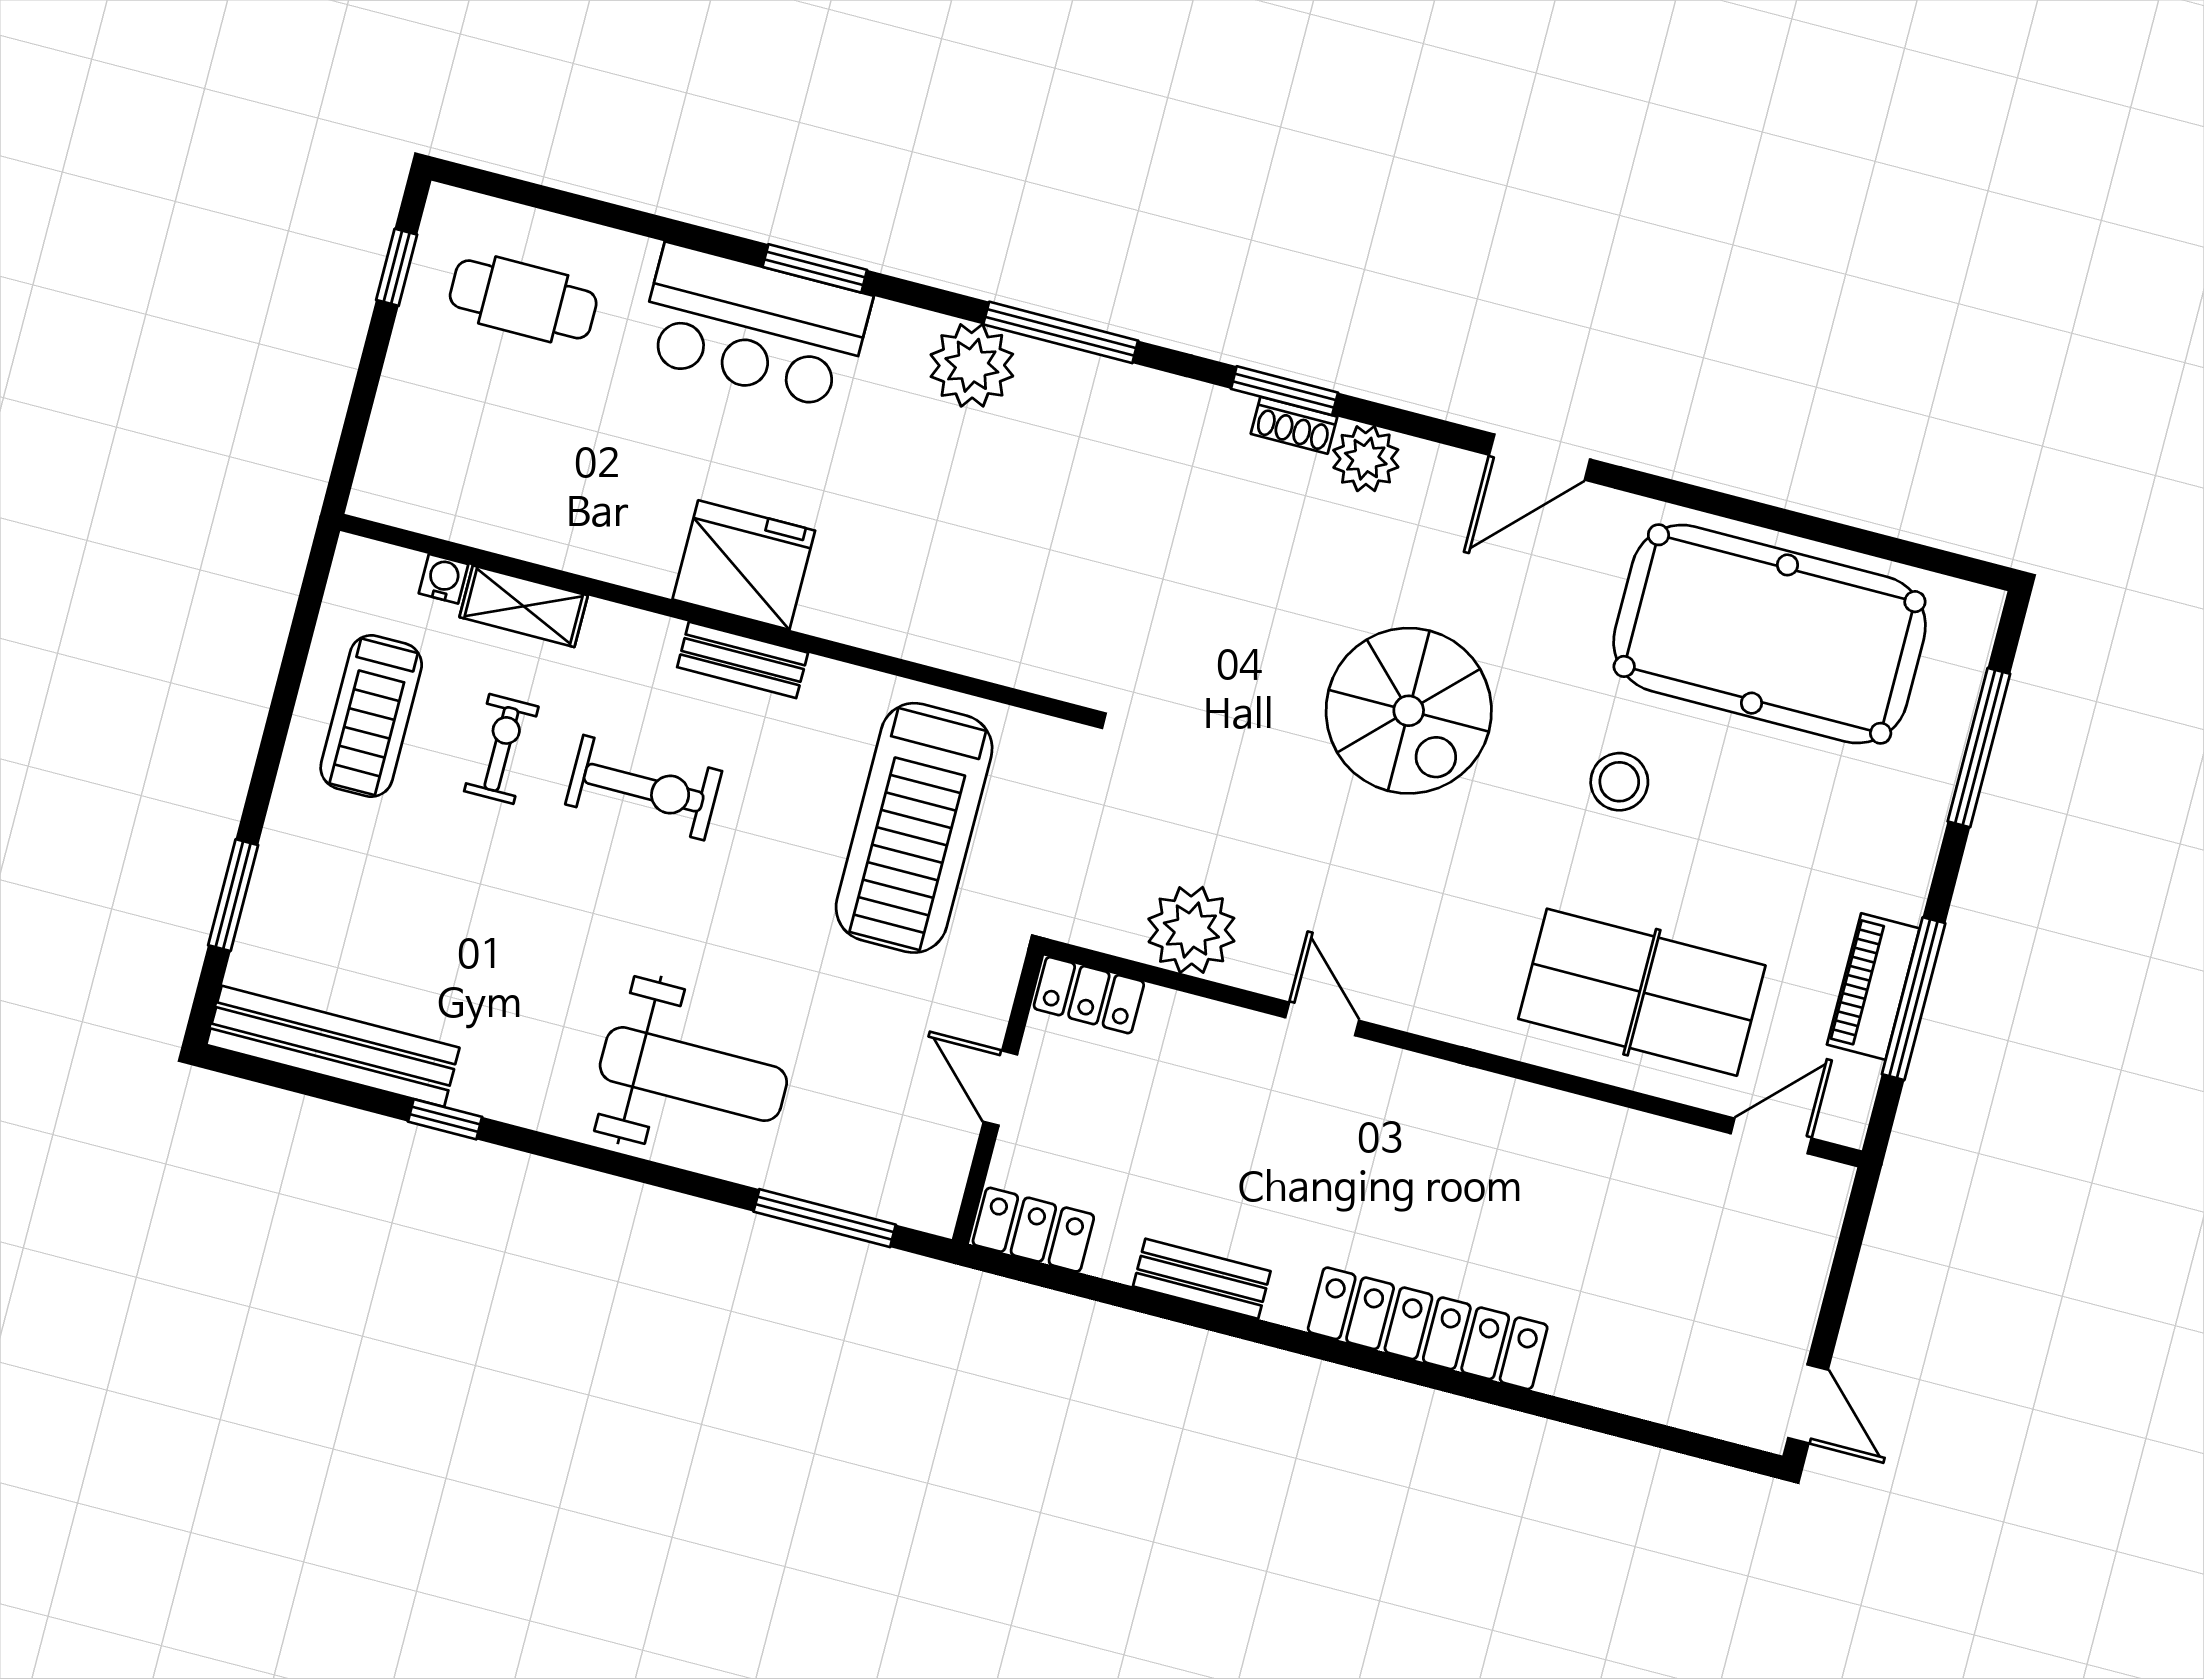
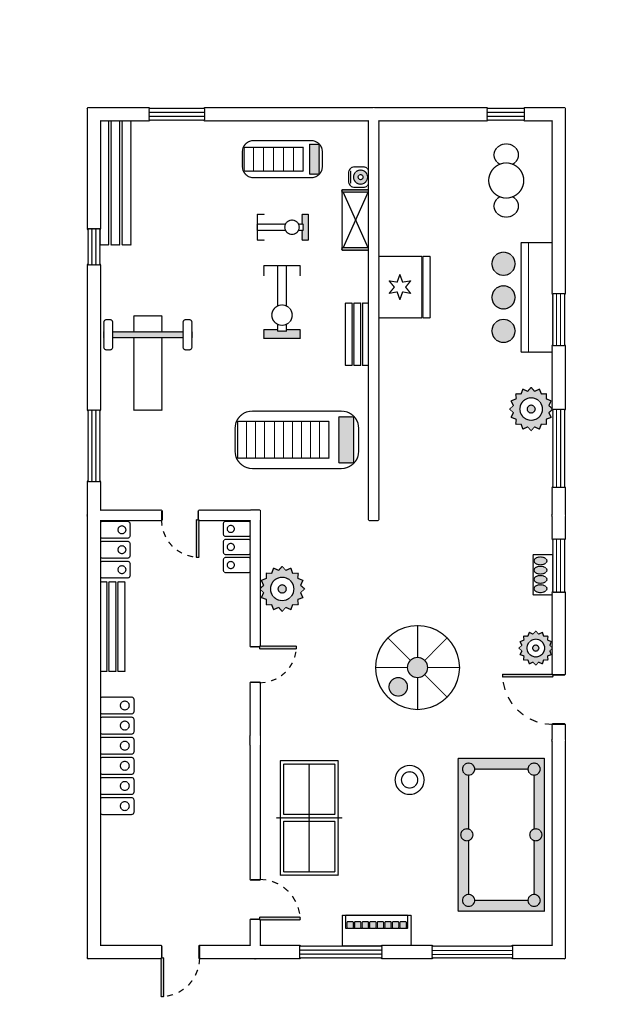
plant: (1366, 459) -> (536, 648), moved
fridge: (744, 565) -> (404, 287), moved
piano: (1873, 986) -> (377, 931), moved
door: (1000, 1088) -> (180, 515), swing flipped
bench: (1202, 1279) -> (112, 627), width x1.36
door: (1808, 1404) -> (180, 952), moved

